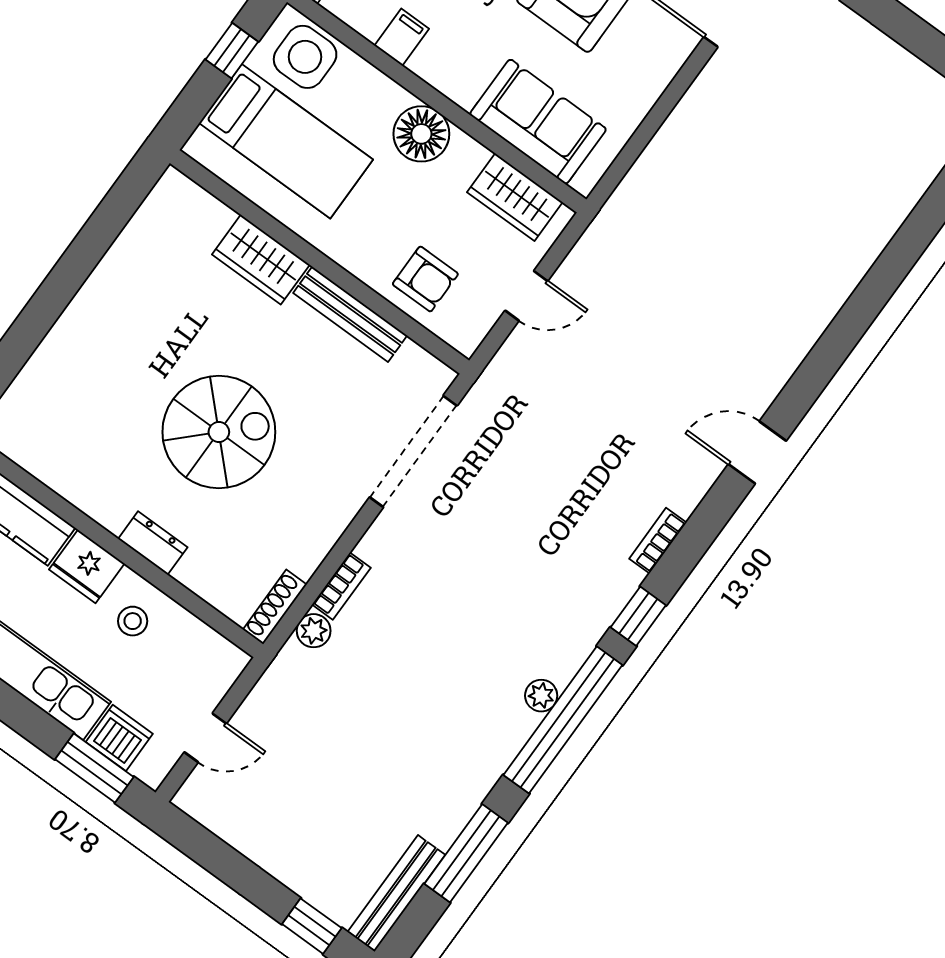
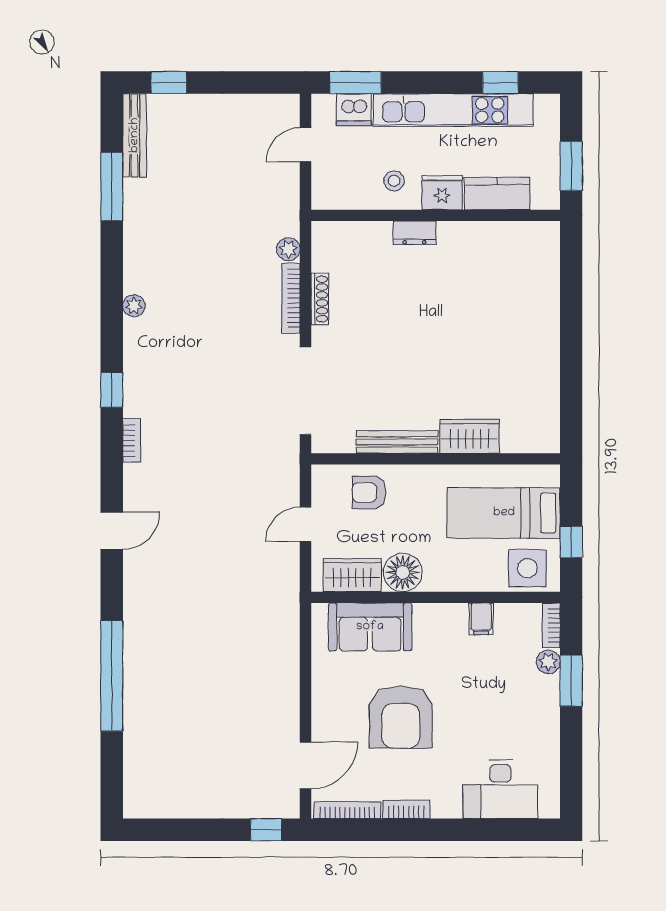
floor lamp: (421, 134) -> (403, 572), moved
spiral stairs: (219, 432) -> (423, 322), removed
bookcase: (341, 586) -> (291, 298), width x1.56
shoe rack: (275, 607) -> (320, 299), moved
window: (563, 720) -> (112, 676), moved

